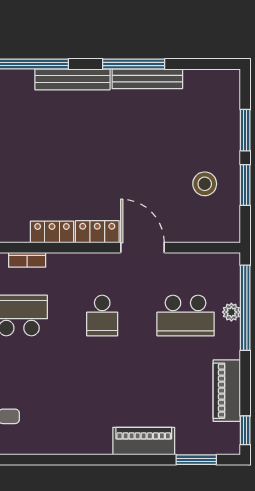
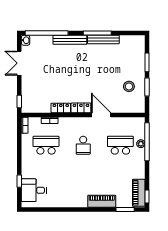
school desk: (186, 315) -> (120, 145), turned 180
piano: (227, 391) -> (139, 193), moved

